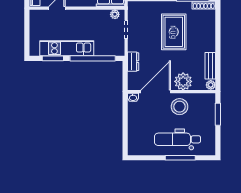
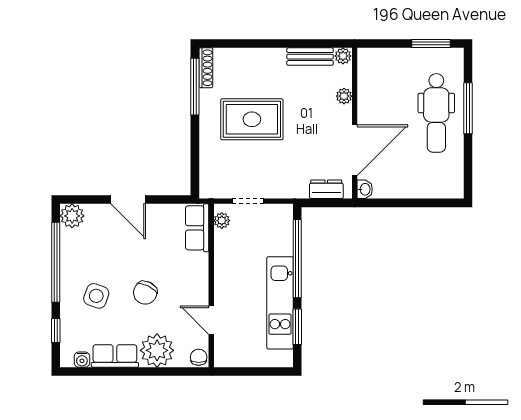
dresser: (133, 62) -> (326, 189), moved
plant: (183, 81) -> (344, 96), width x0.53, depth x0.53
door: (156, 92) -> (355, 150), swing flipped
stool: (180, 107) -> (380, 109), removed
window: (218, 114) -> (431, 44), moved

